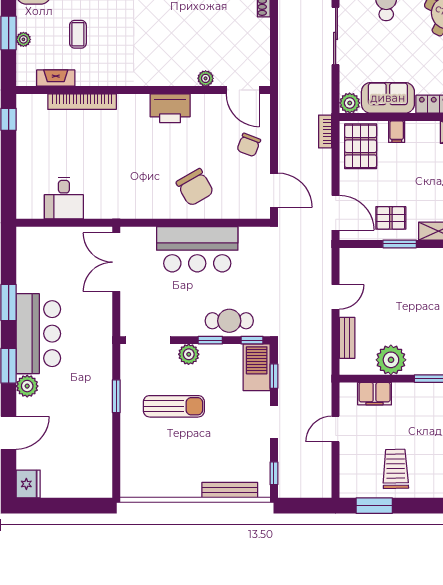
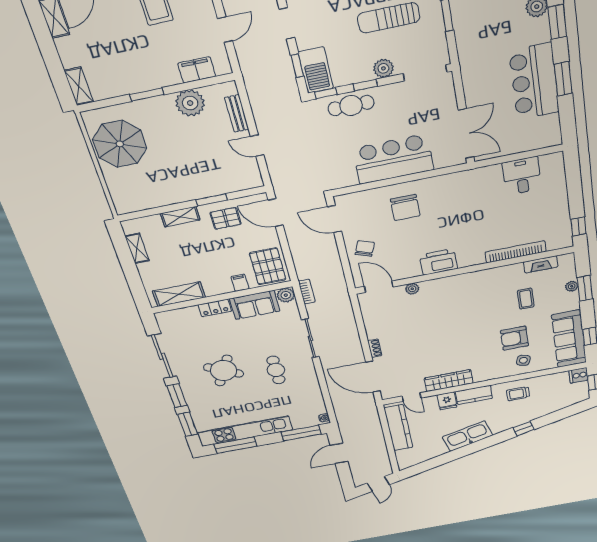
bookcase: (325, 131) -> (307, 292), moved
chair: (195, 187) -> (405, 207), turned -150
door: (336, 297) -> (257, 146), hinge flipped
bar counter: (38, 334) -> (534, 82), moved

